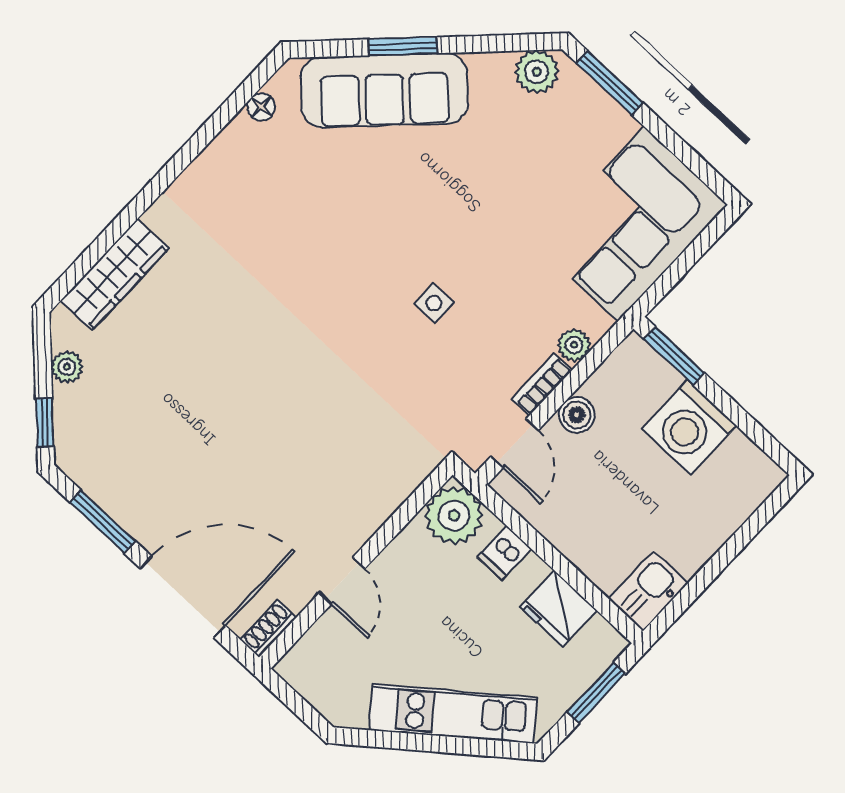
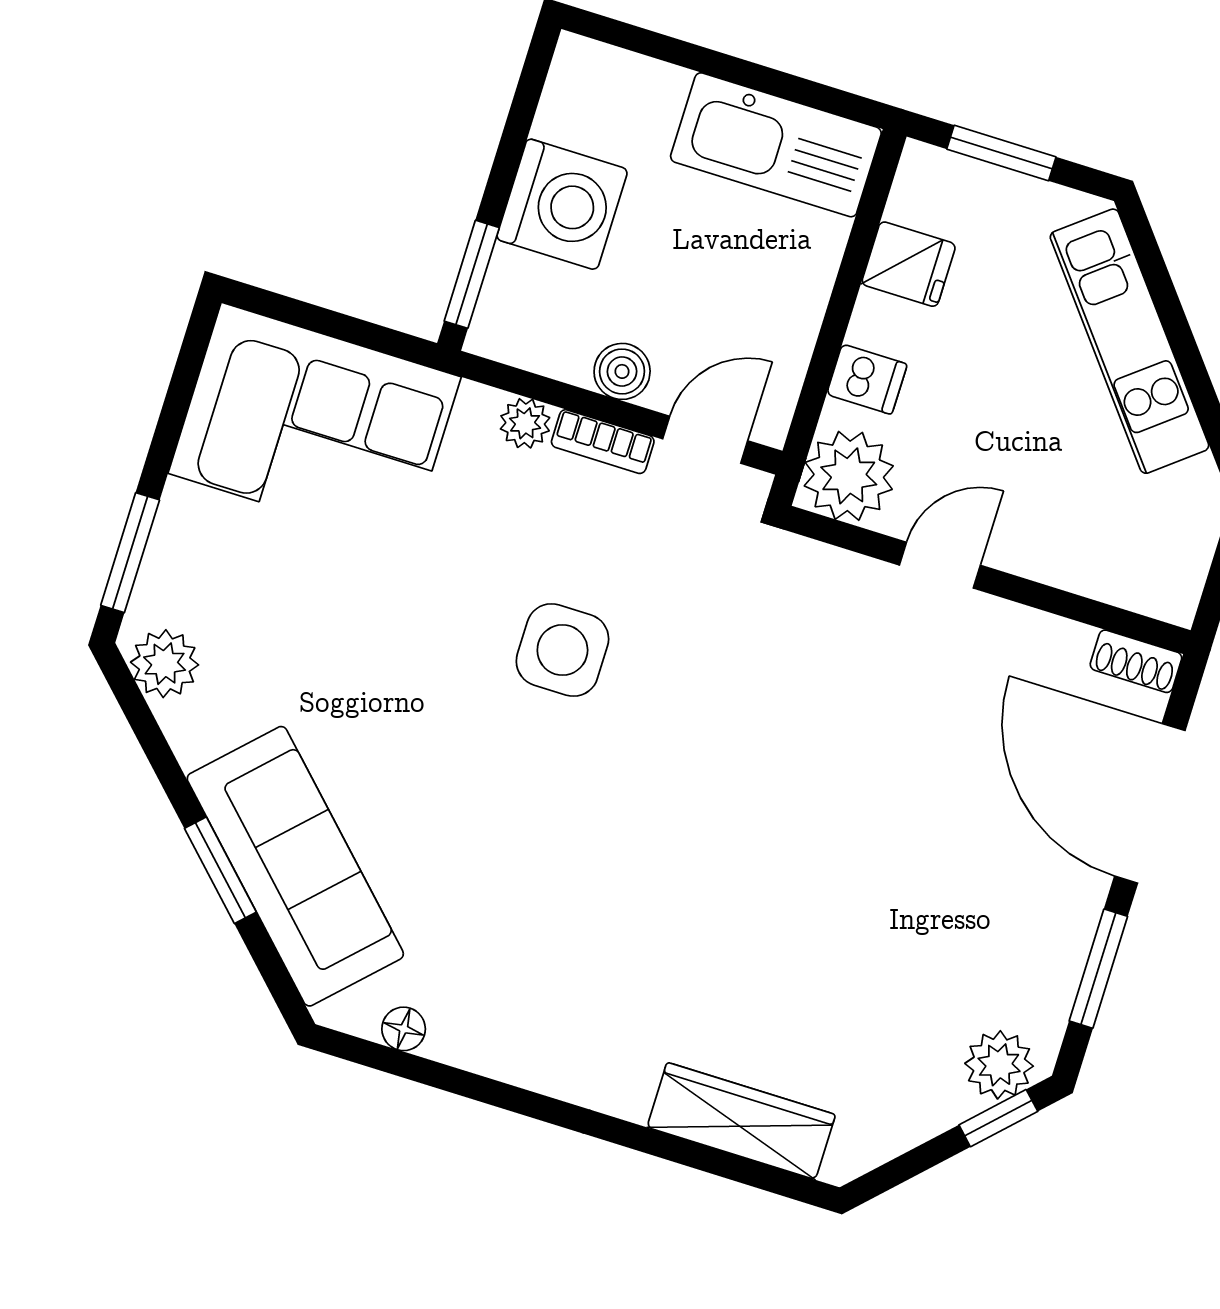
side table: (434, 303) -> (562, 650), width x1.87, depth x1.87
plant: (67, 367) -> (999, 1065), moved, width x1.38, depth x1.38
door: (342, 581) -> (940, 565), moved
kitchen sink: (648, 591) -> (776, 145), width x1.88, depth x1.24
fridge: (559, 609) -> (909, 264), width x0.72

